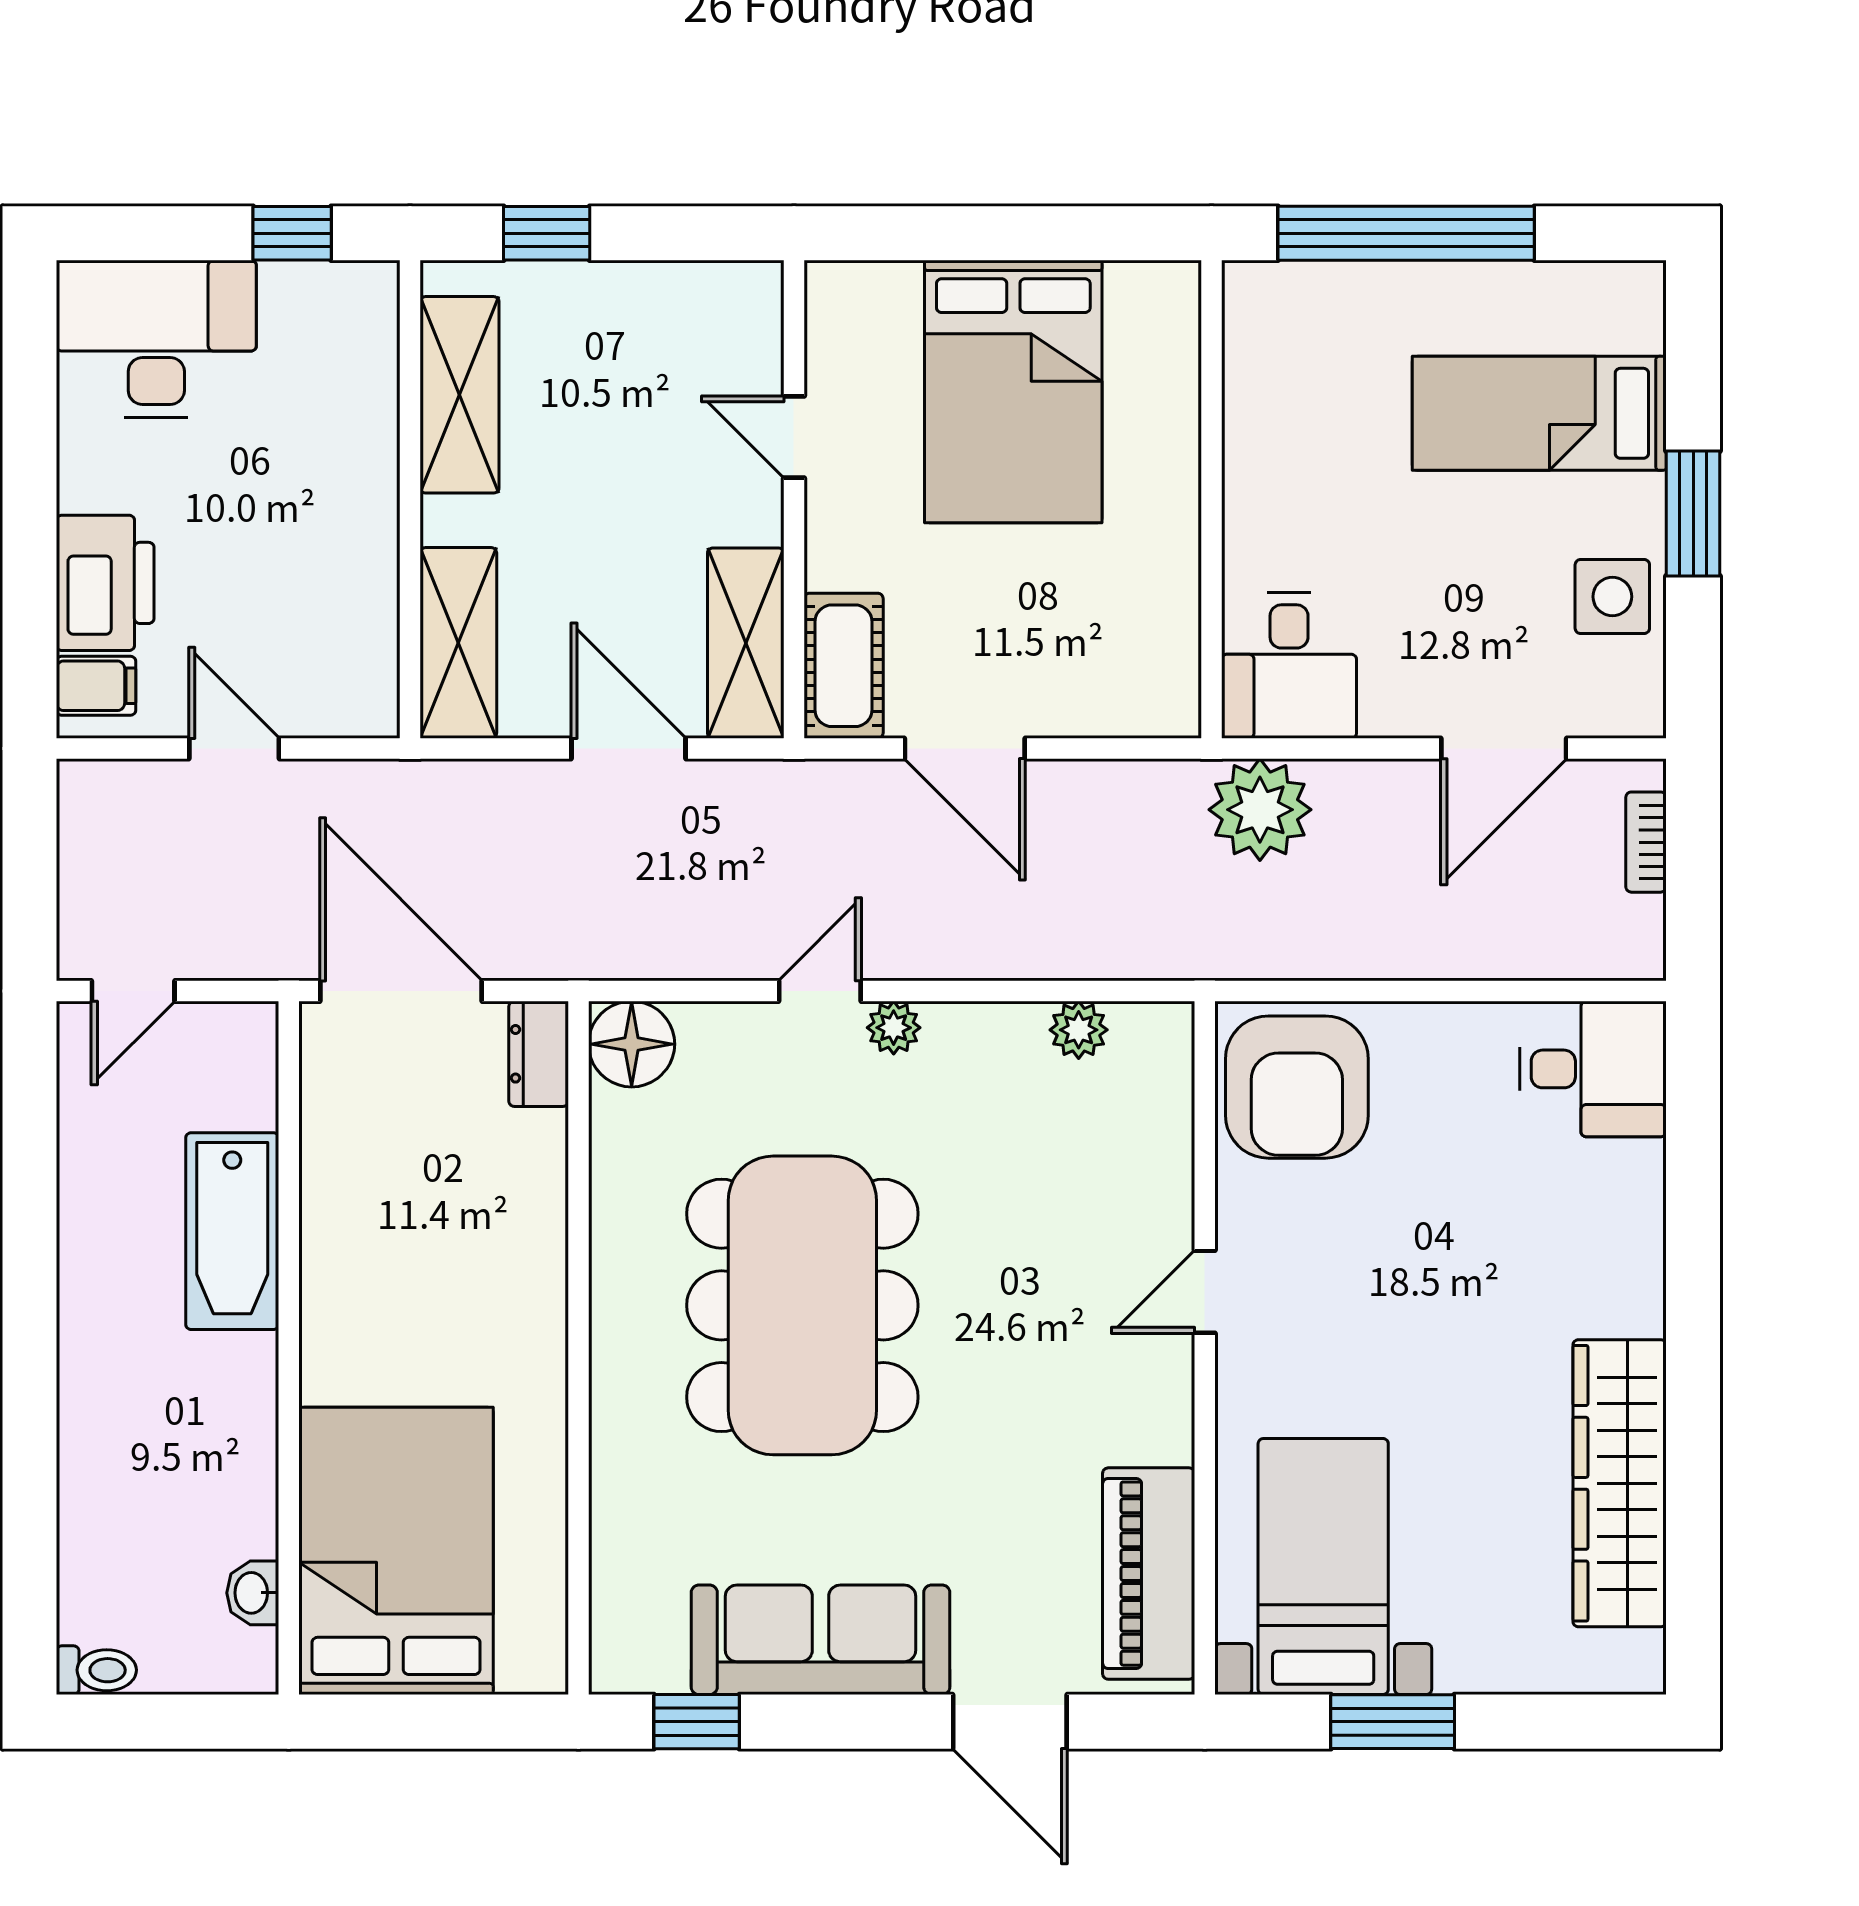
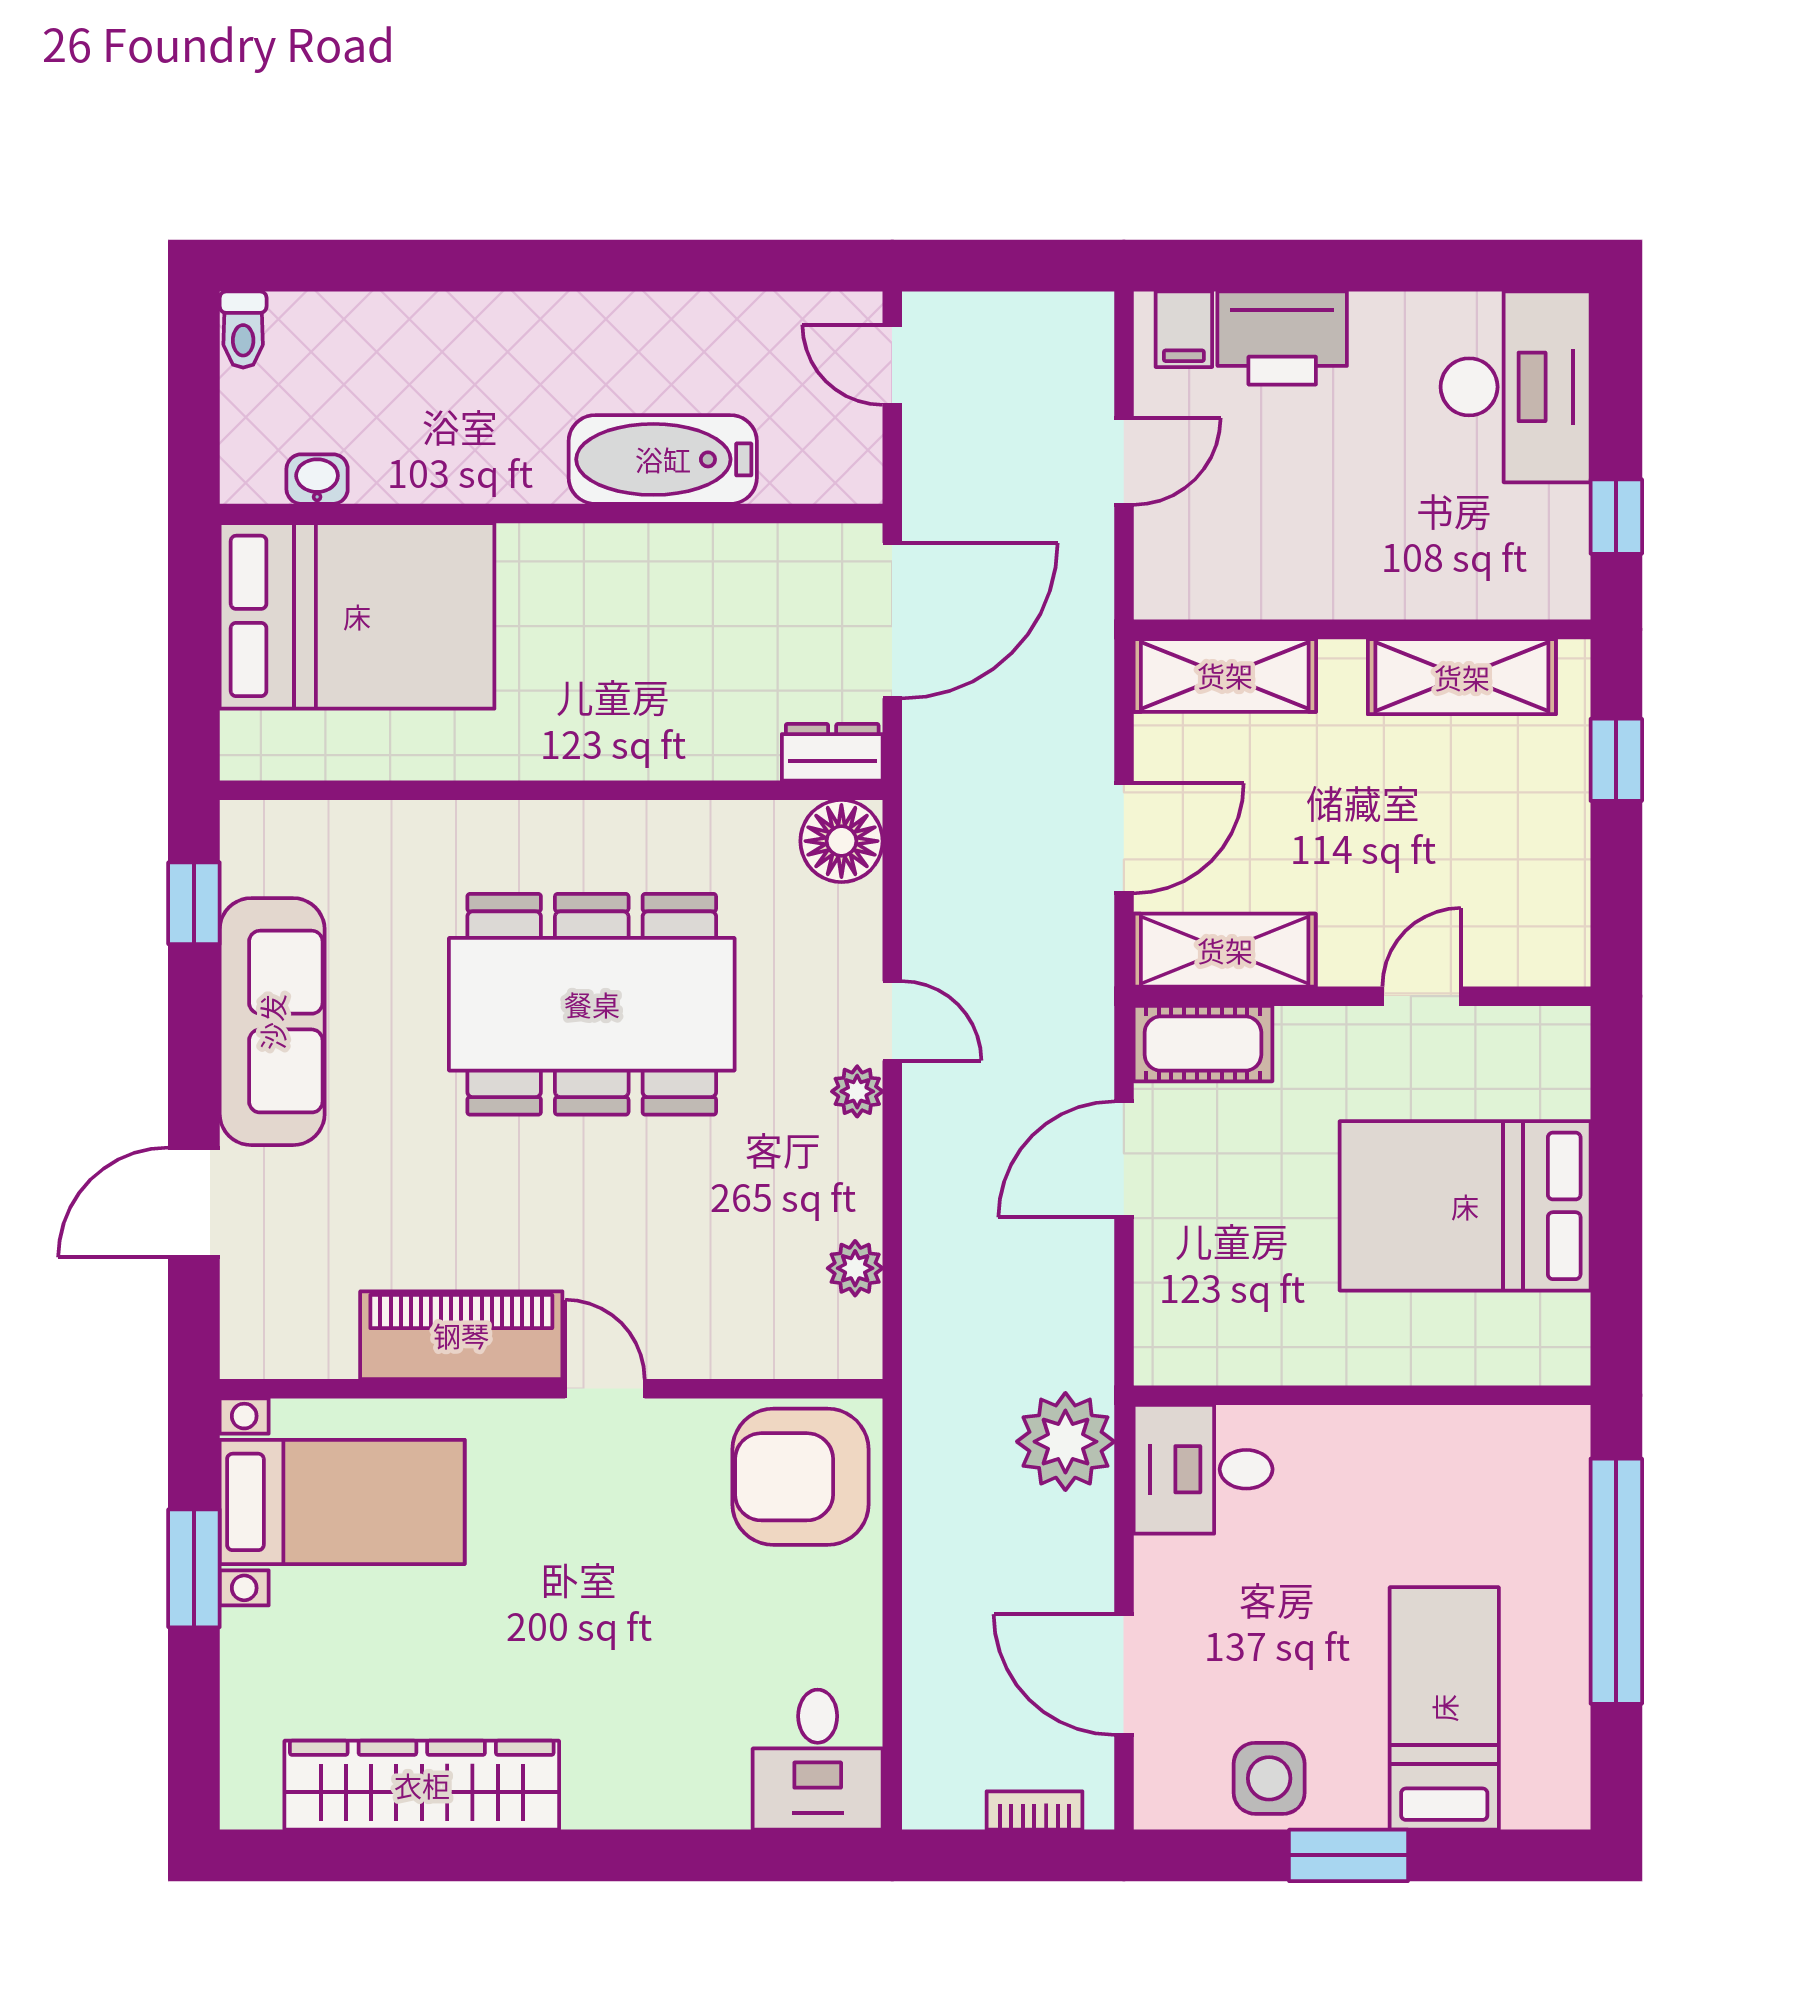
piano: (1149, 1574) -> (461, 1335), moved

